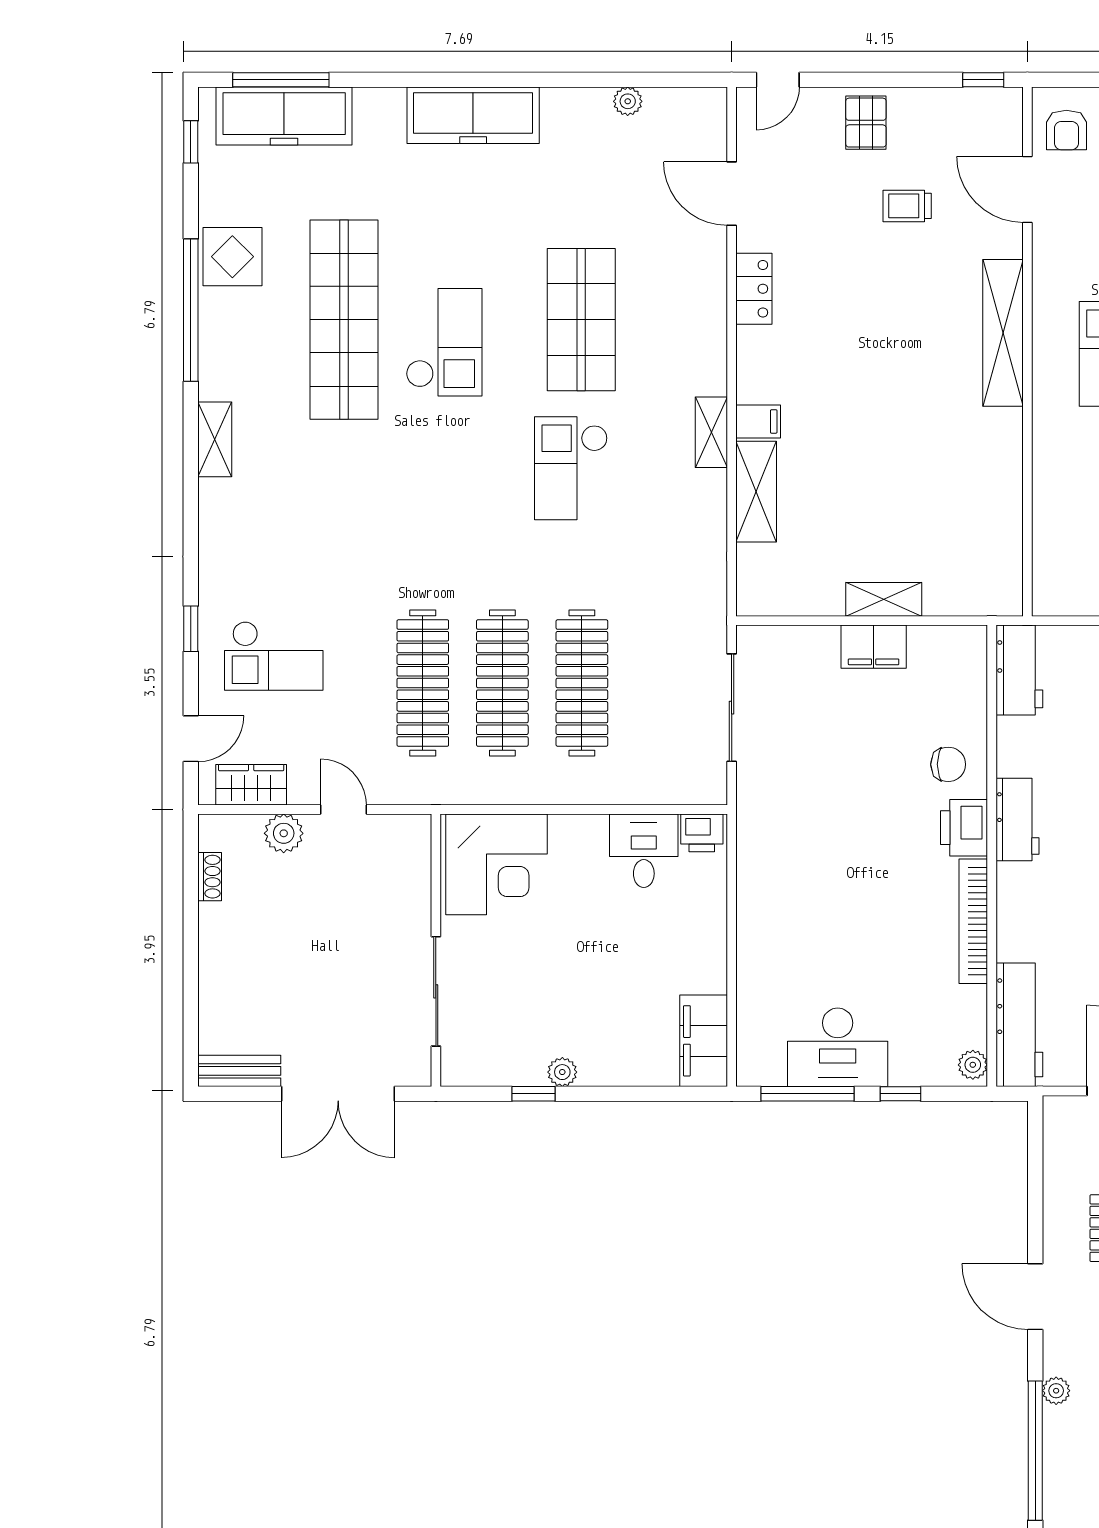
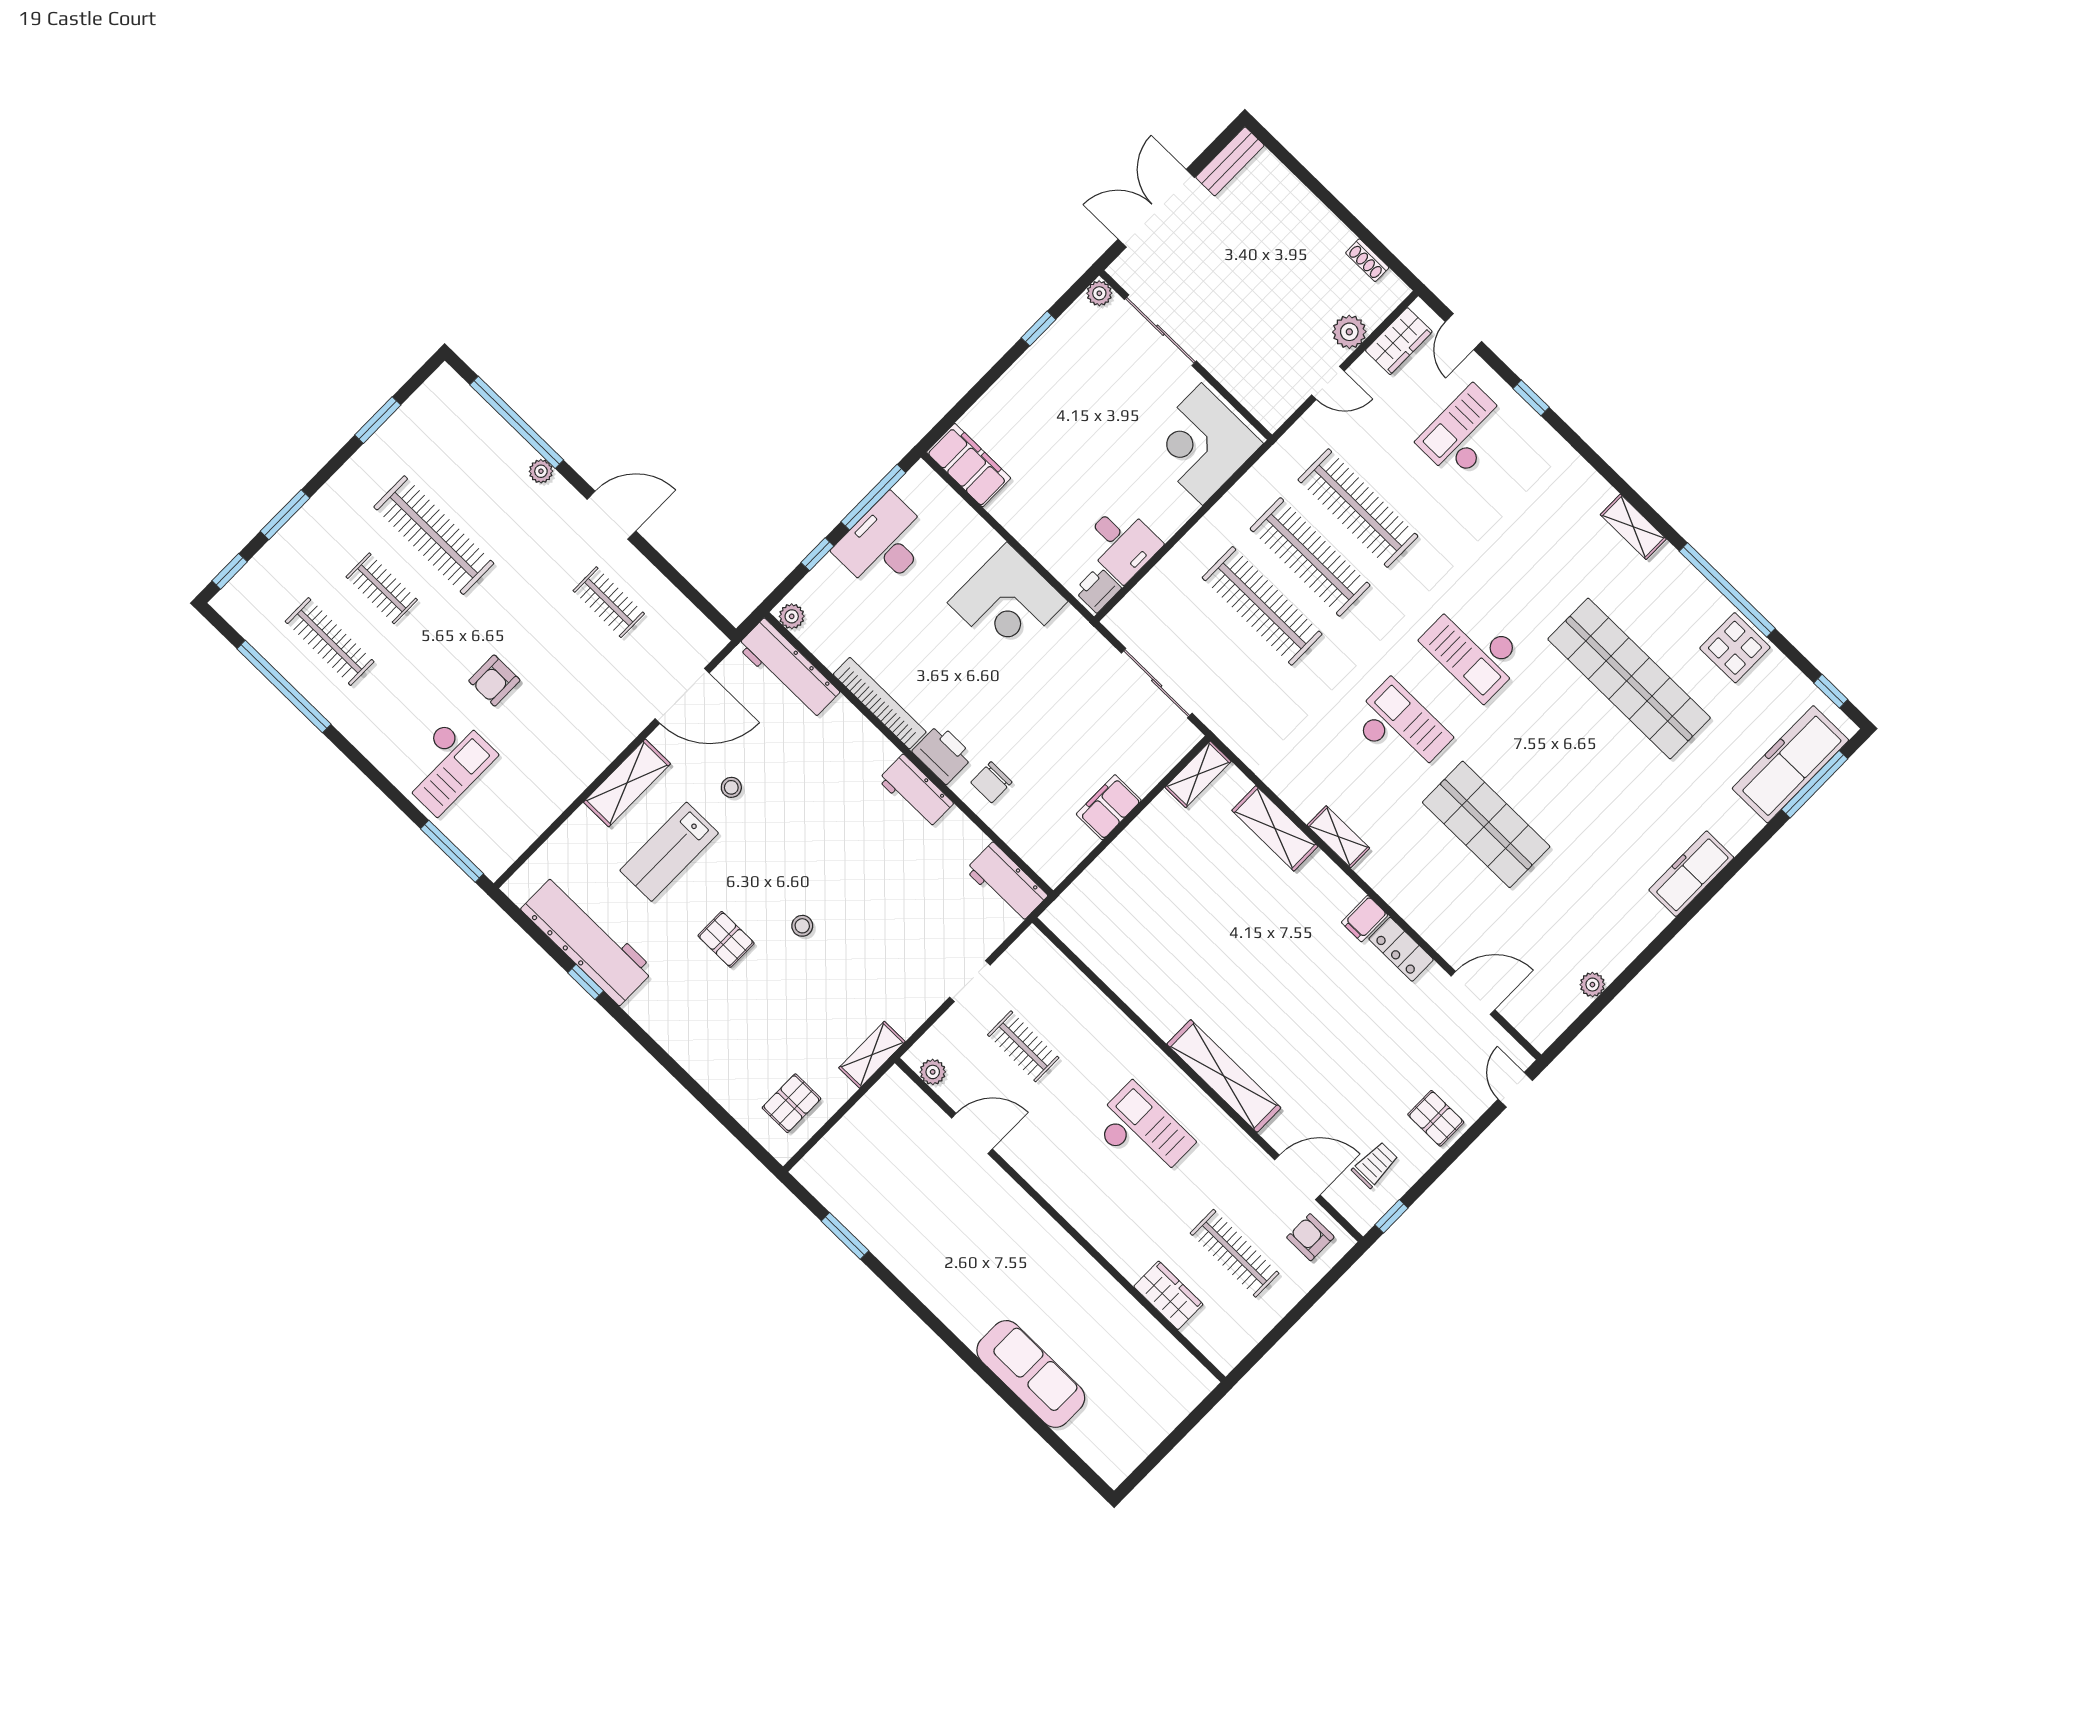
freezer: (473, 115) -> (1691, 874), width x0.73, depth x0.79
trolley: (907, 206) -> (1375, 1165), moved
checkout: (444, 342) -> (1473, 650), moved
filing cabinet: (758, 421) -> (1365, 919), moved
shelving: (884, 599) -> (1198, 774), moved
corner desk: (786, 897) -> (1007, 602), added
plant: (562, 1072) -> (1099, 293), moved

